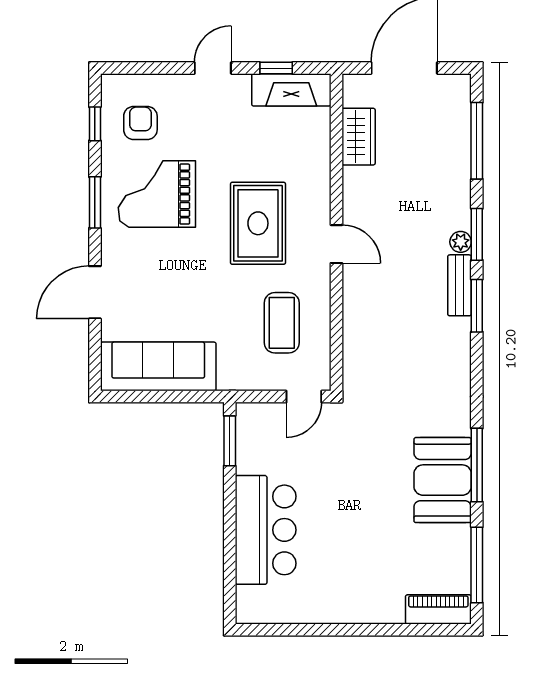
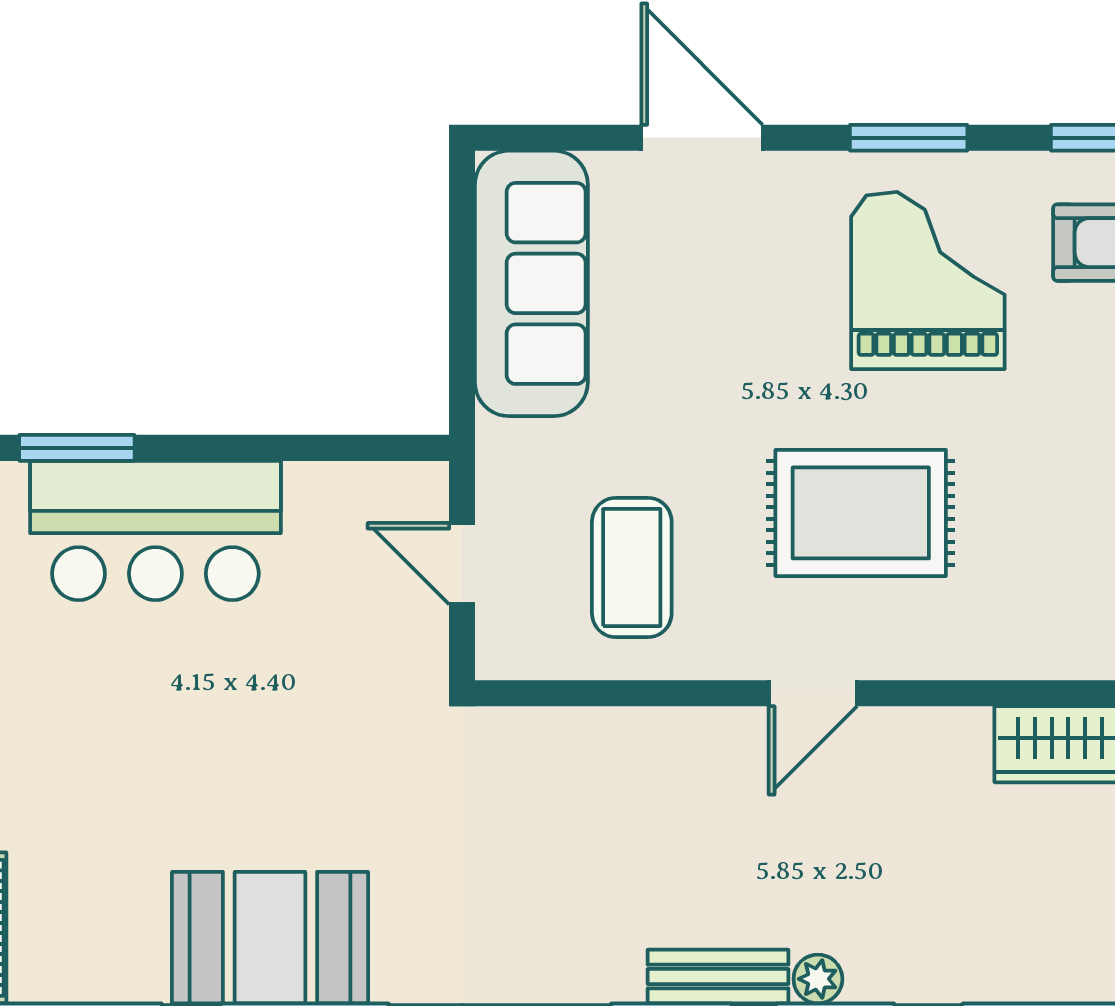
coffee table: (282, 323) -> (632, 568), turned 90
door: (304, 397) -> (462, 564), moved
window: (230, 441) -> (77, 448), moved

